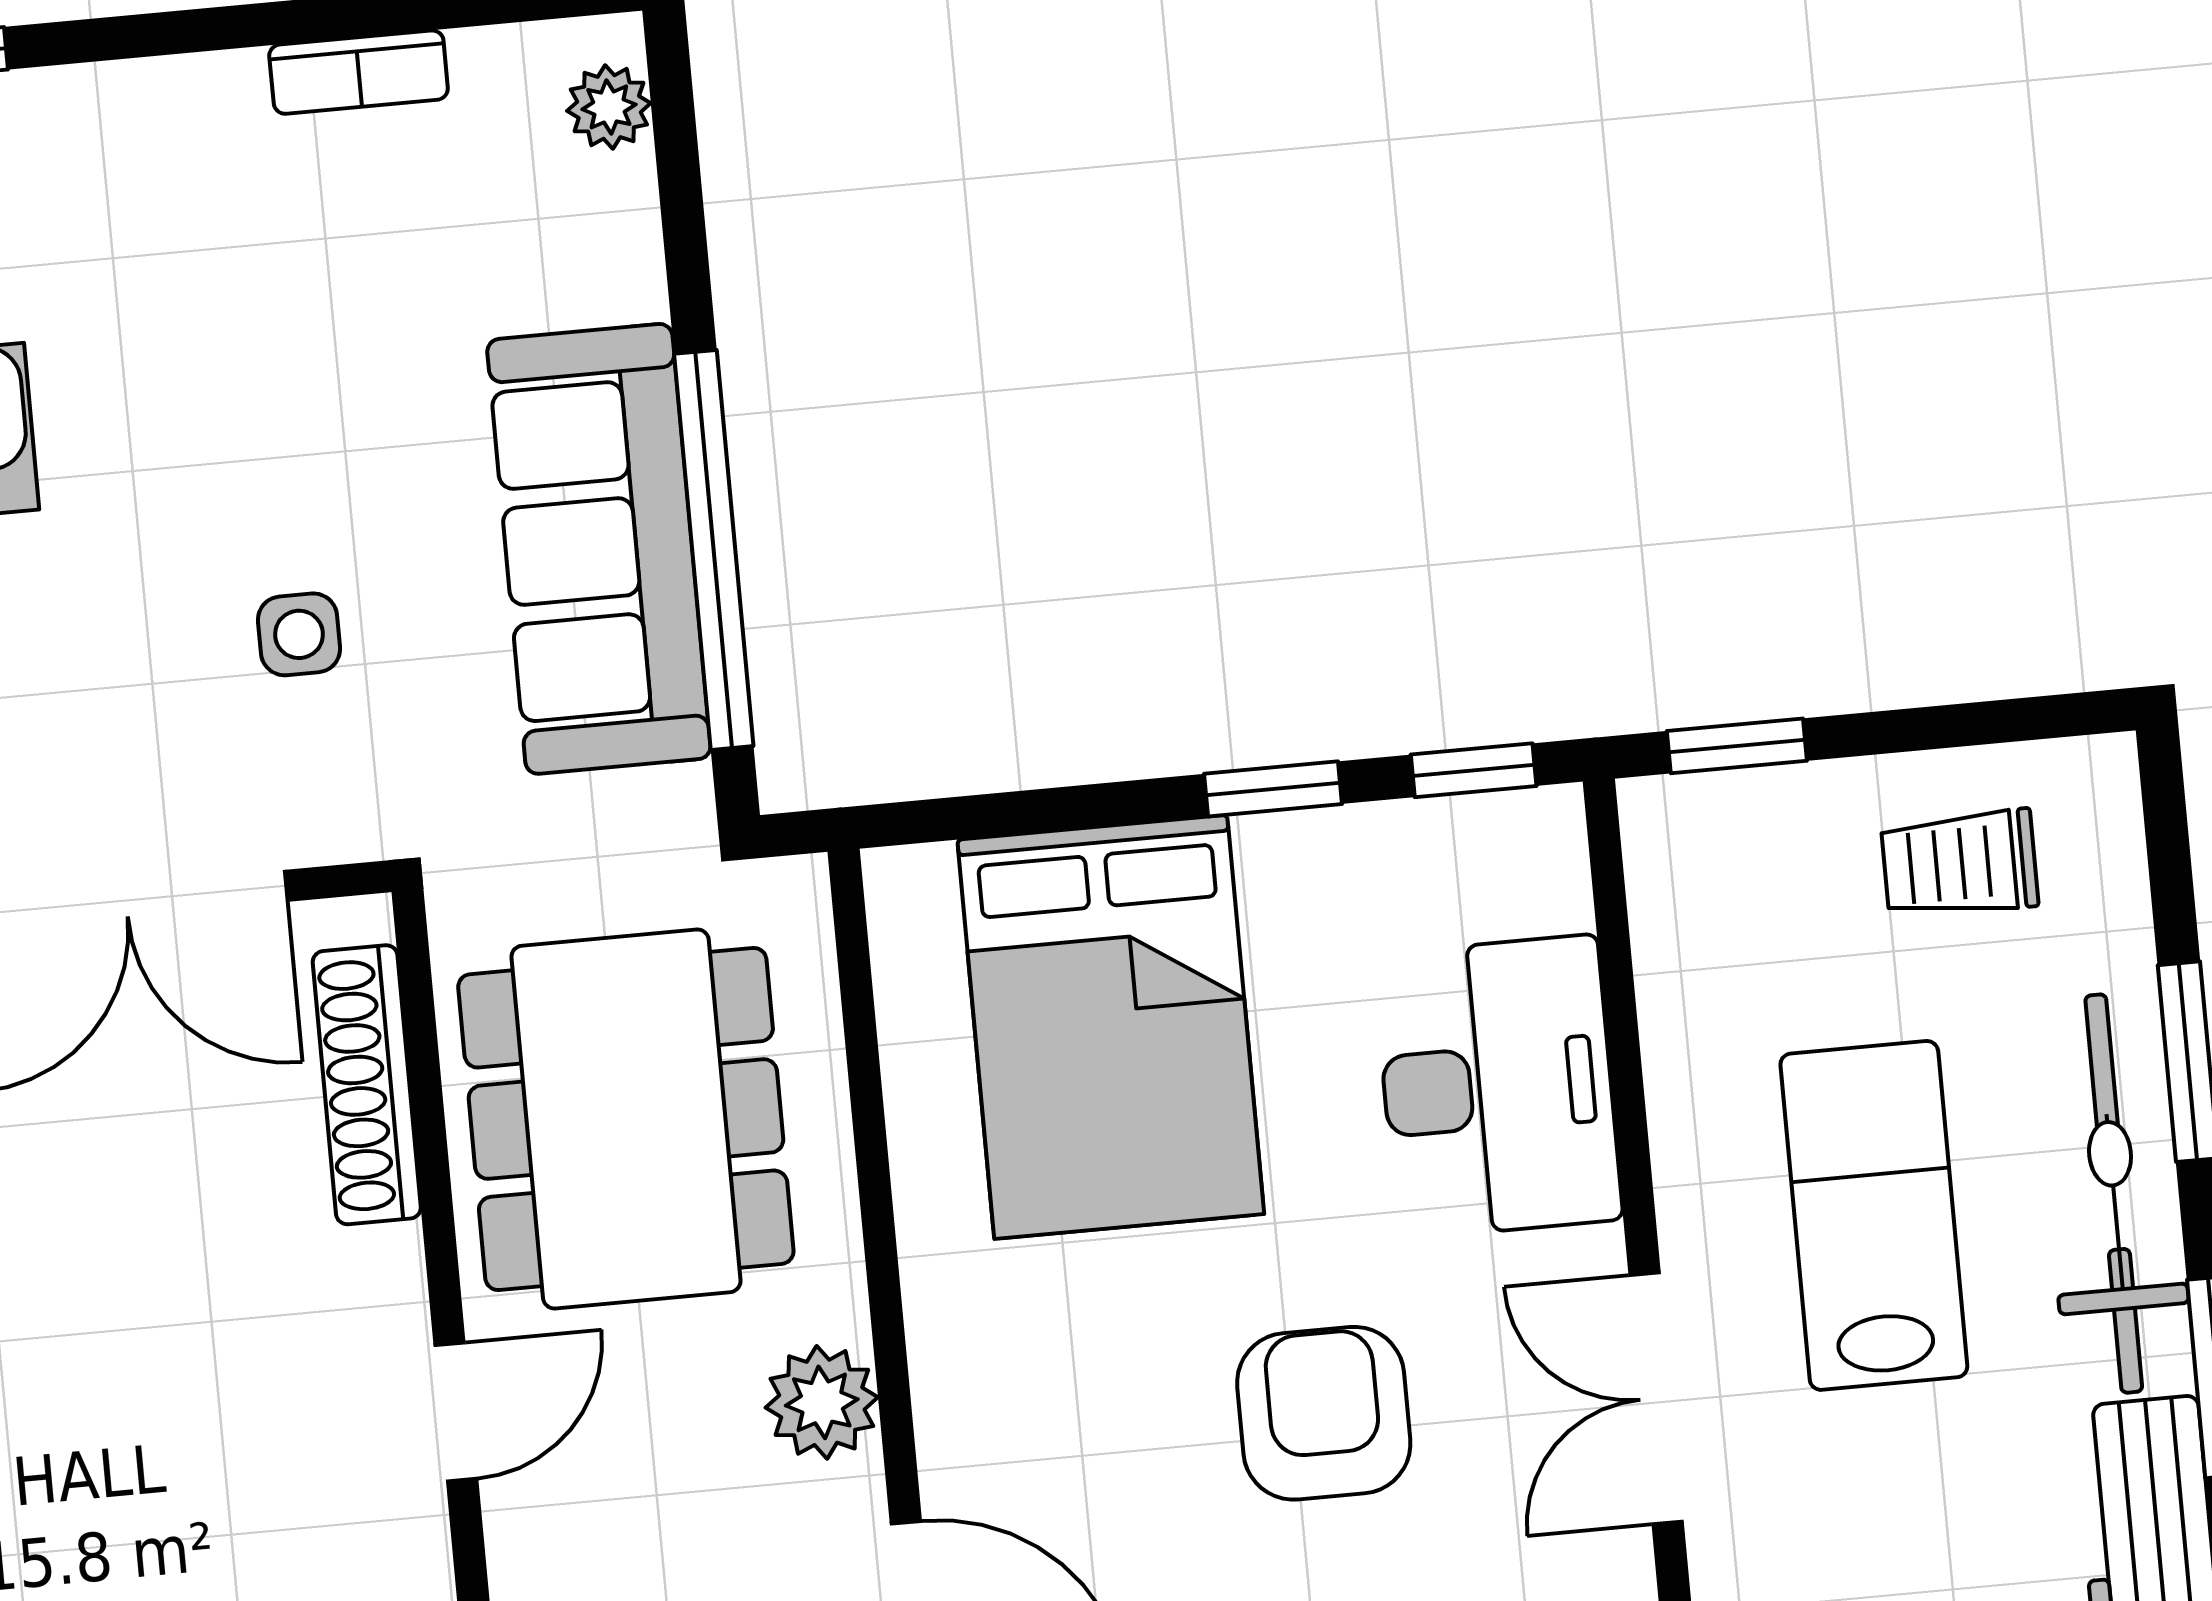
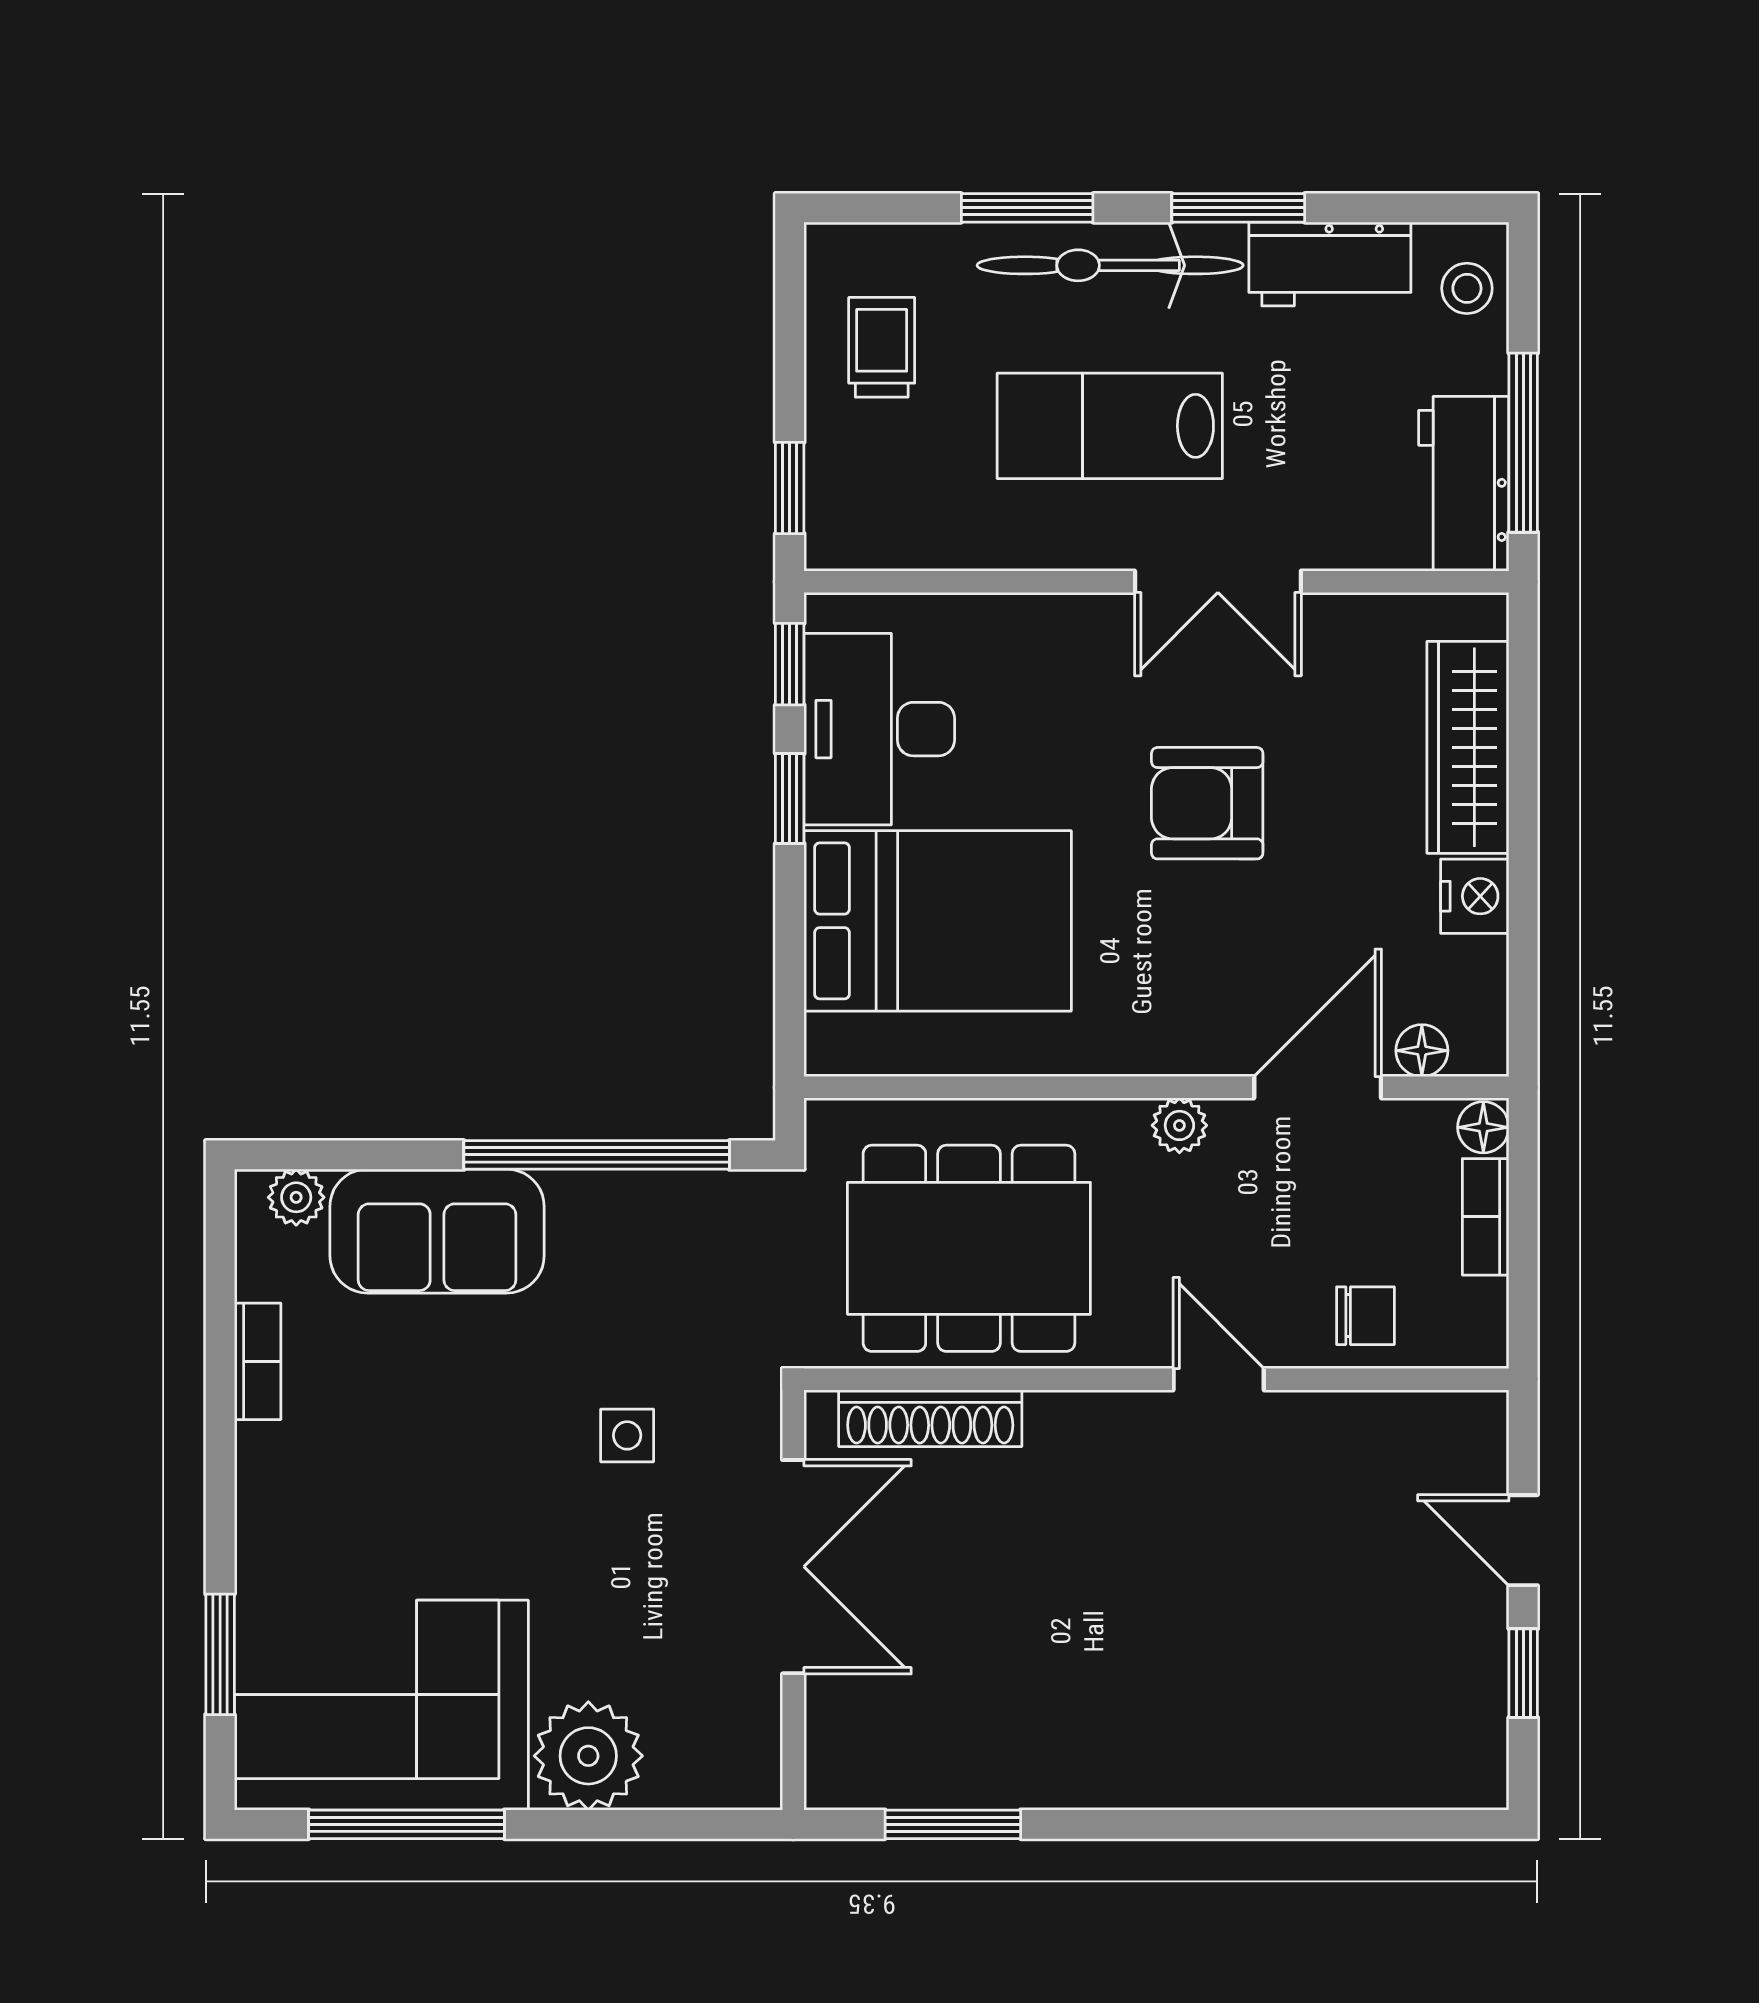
sofa: (599, 549) -> (437, 1231), moved, width x0.73
trolley: (1960, 864) -> (882, 347), turned 180
desk: (1498, 1087) -> (879, 729), moved, turned -90
plant: (822, 1402) -> (1179, 1125), width x0.73, depth x0.73
door: (456, 1412) -> (1219, 1379), moved

